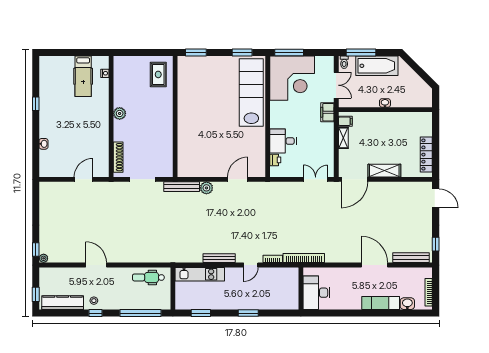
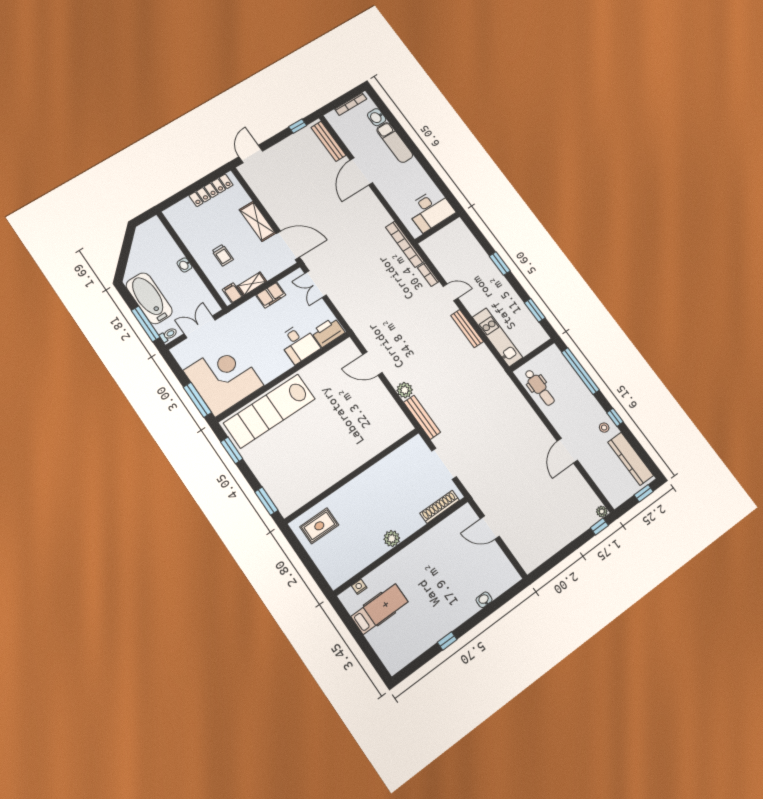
filing cabinet: (327, 112) -> (271, 295), moved
trolley: (376, 132) -> (223, 255), added
printer: (275, 160) -> (328, 332), width x1.87, depth x1.48

